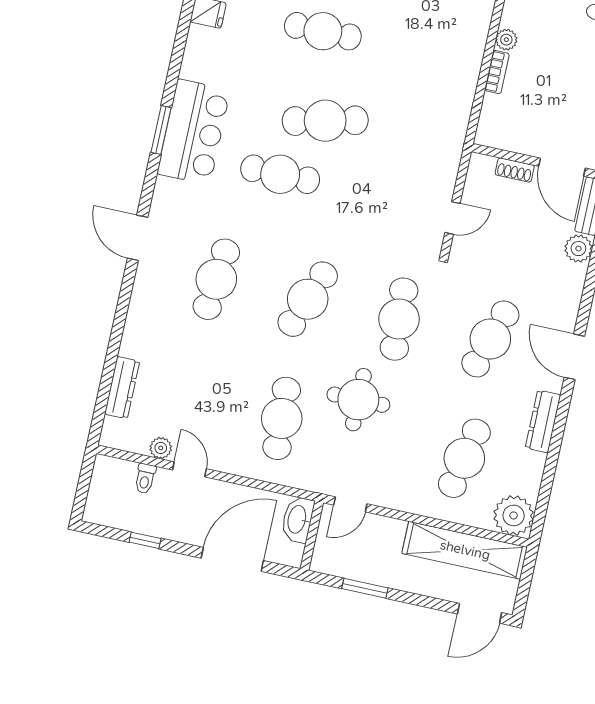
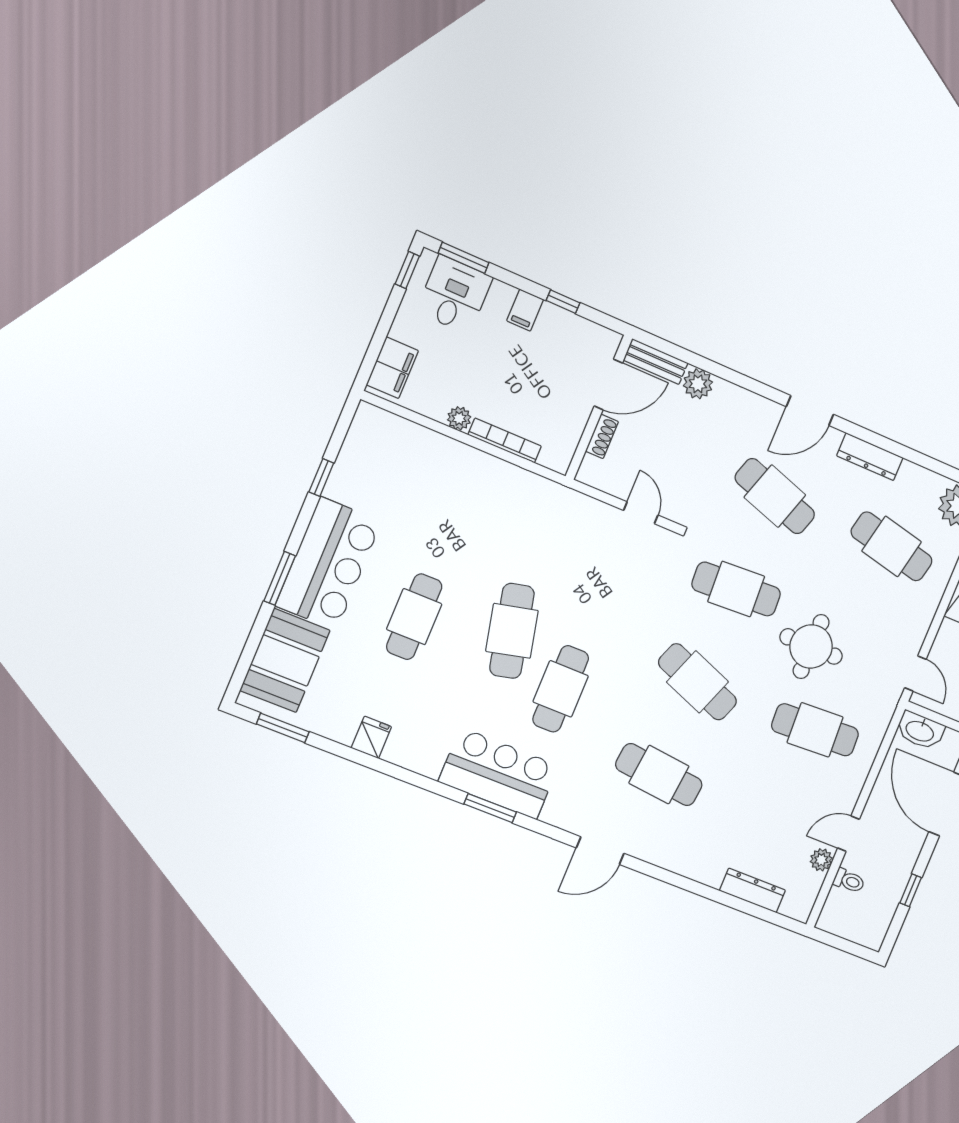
bookcase: (497, 72) -> (505, 441), width x1.56

